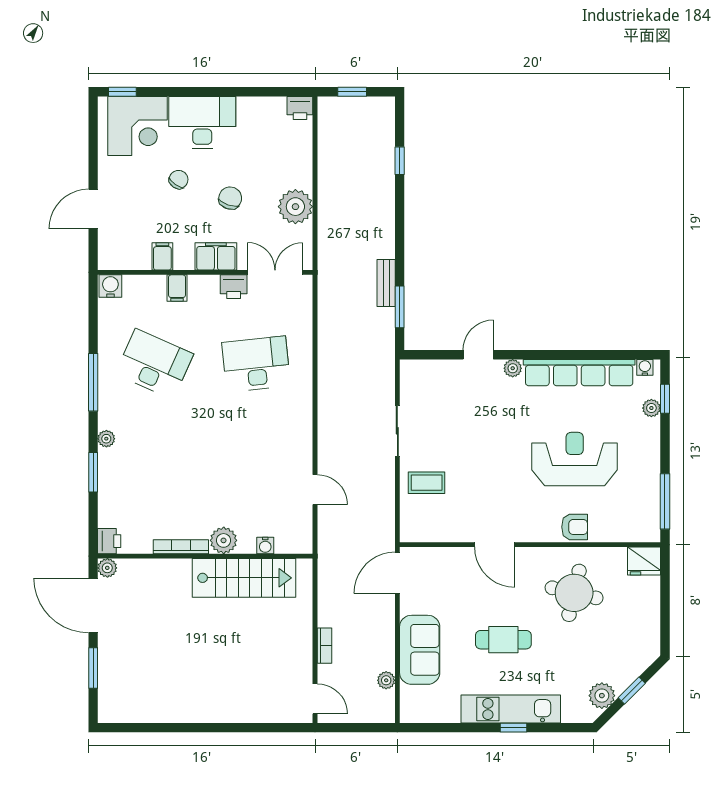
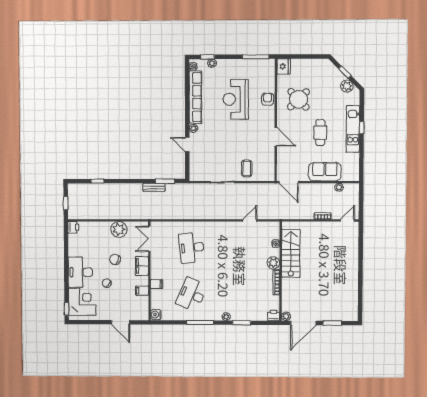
printer: (234, 287) -> (156, 258), removed
door: (495, 545) -> (276, 137), hinge flipped
round table: (574, 593) -> (298, 99), turned 33

